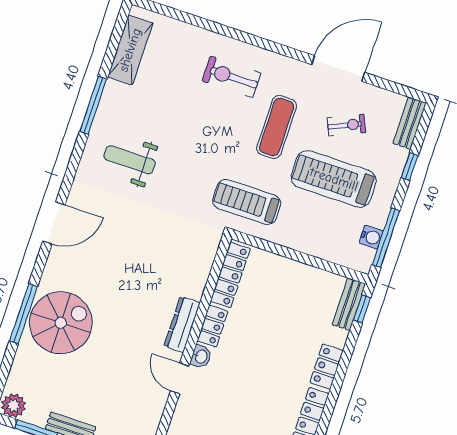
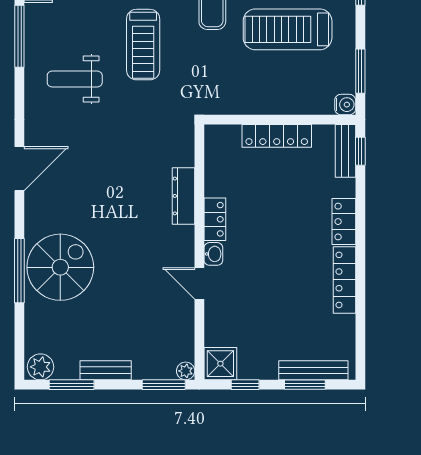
treadmill: (247, 202) -> (143, 45), moved, turned -90
water cooler: (371, 237) -> (345, 105), moved
window: (386, 238) -> (360, 71), width x0.69
locker: (230, 275) -> (277, 136), moved, turned 90
dresser: (182, 324) -> (184, 196), moved

